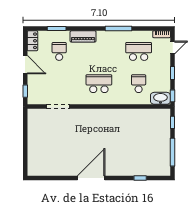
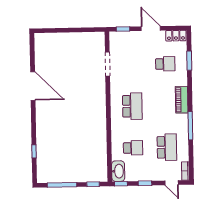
piano: (83, 36) -> (182, 100), moved
door: (25, 65) -> (151, 29), swing flipped
door: (91, 178) -> (33, 86), moved

